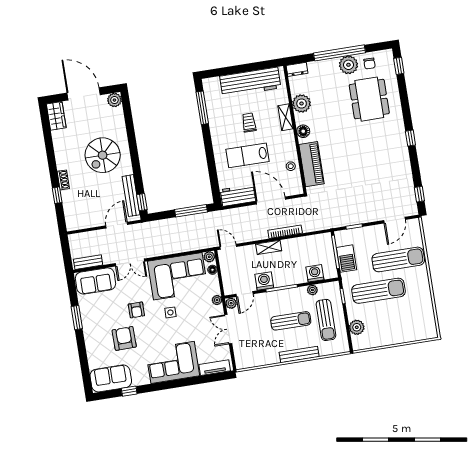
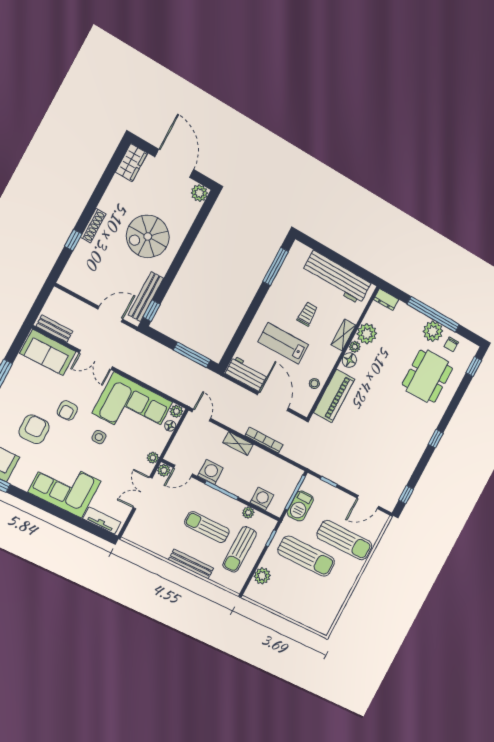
plant: (300, 119) -> (355, 347), added
shoe rack: (63, 180) -> (93, 226), width x1.43
sun lounger: (291, 321) -> (207, 527), turned 180

